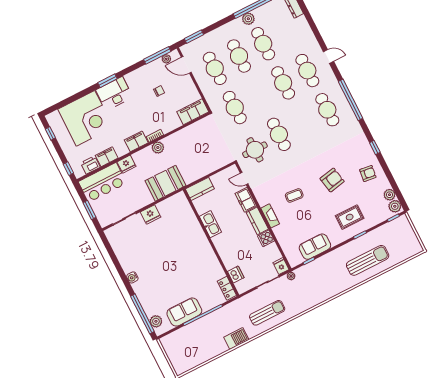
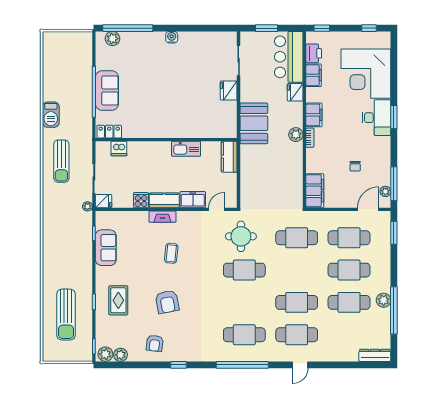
sun lounger: (368, 260) -> (66, 315), moved
sofa: (184, 312) -> (107, 90), moved

